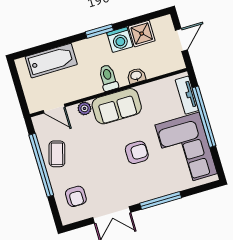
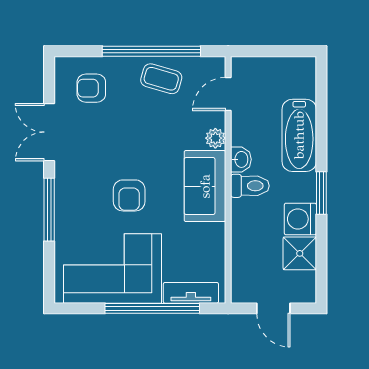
bathtub: (51, 61) -> (299, 135), moved
washbasin: (136, 76) -> (241, 159), moved

